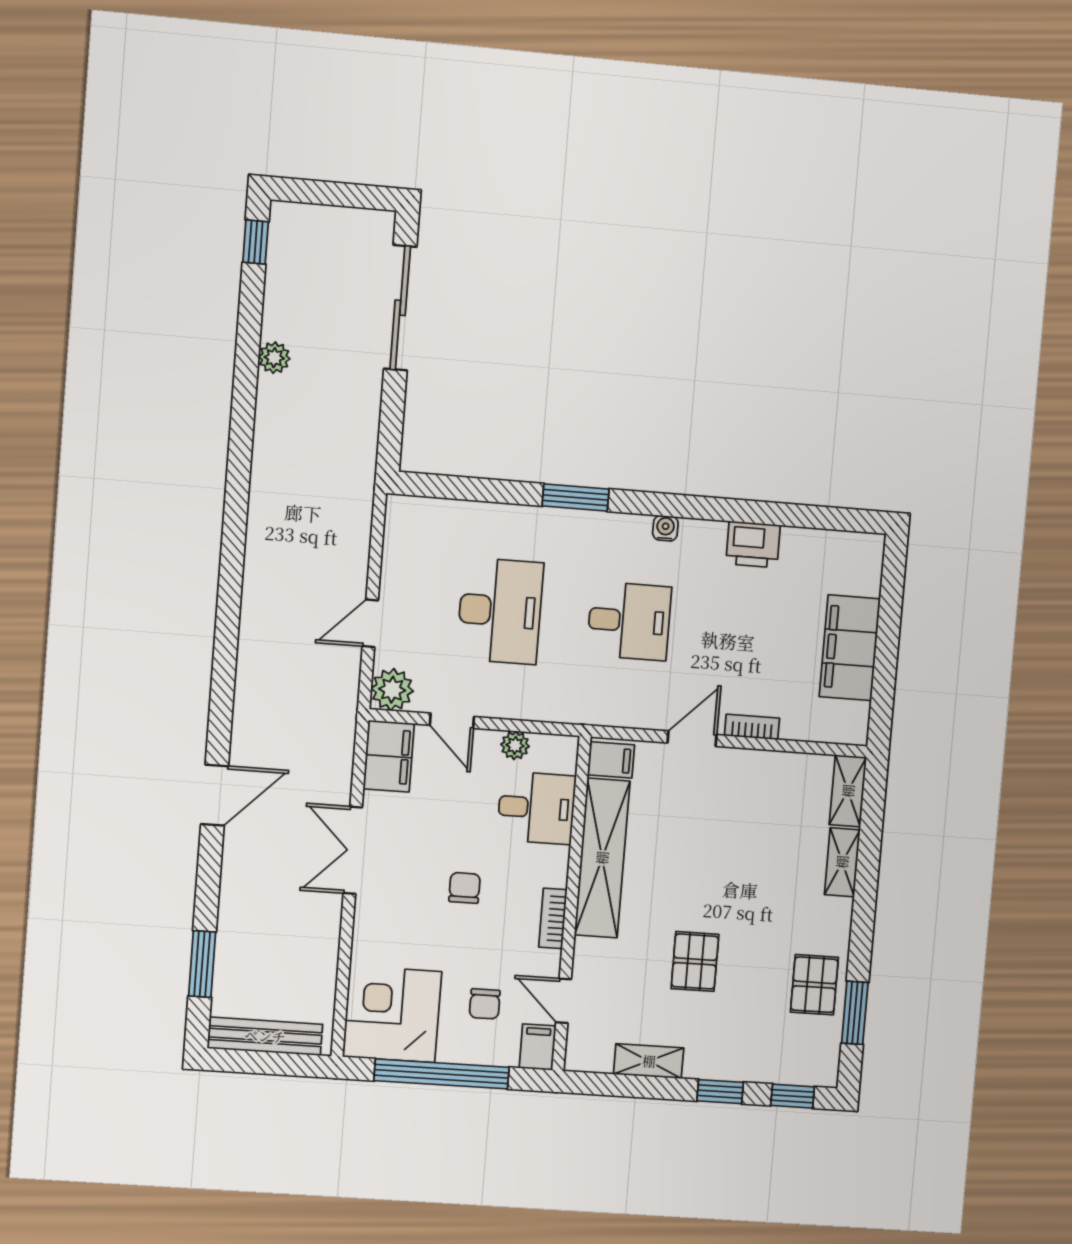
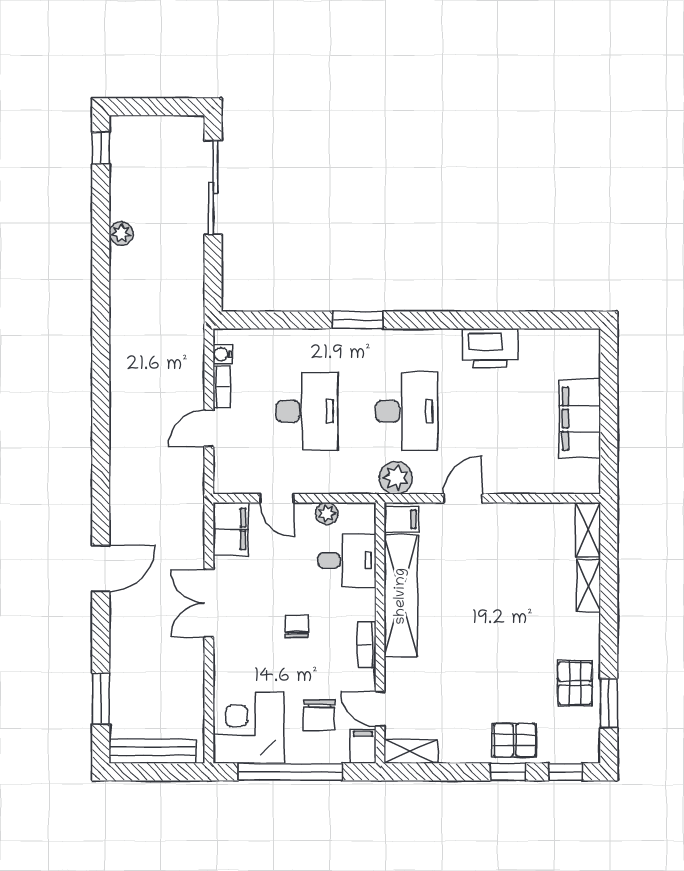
water cooler: (665, 528) -> (223, 354), moved, turned -90
printer: (753, 544) -> (490, 348), width x1.37, depth x1.19
desk: (629, 621) -> (407, 411), width x1.37
plant: (392, 690) -> (396, 478), moved
bookcase: (752, 727) -> (221, 387), moved, turned 90
pallet: (695, 961) -> (515, 740), moved, turned 90
chair: (485, 1004) -> (319, 715), width x1.37, depth x1.37
shelving: (649, 1061) -> (411, 751), moved

